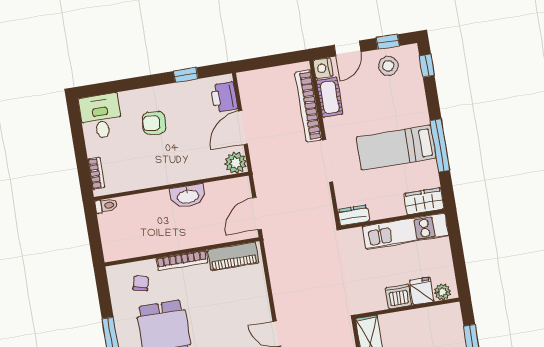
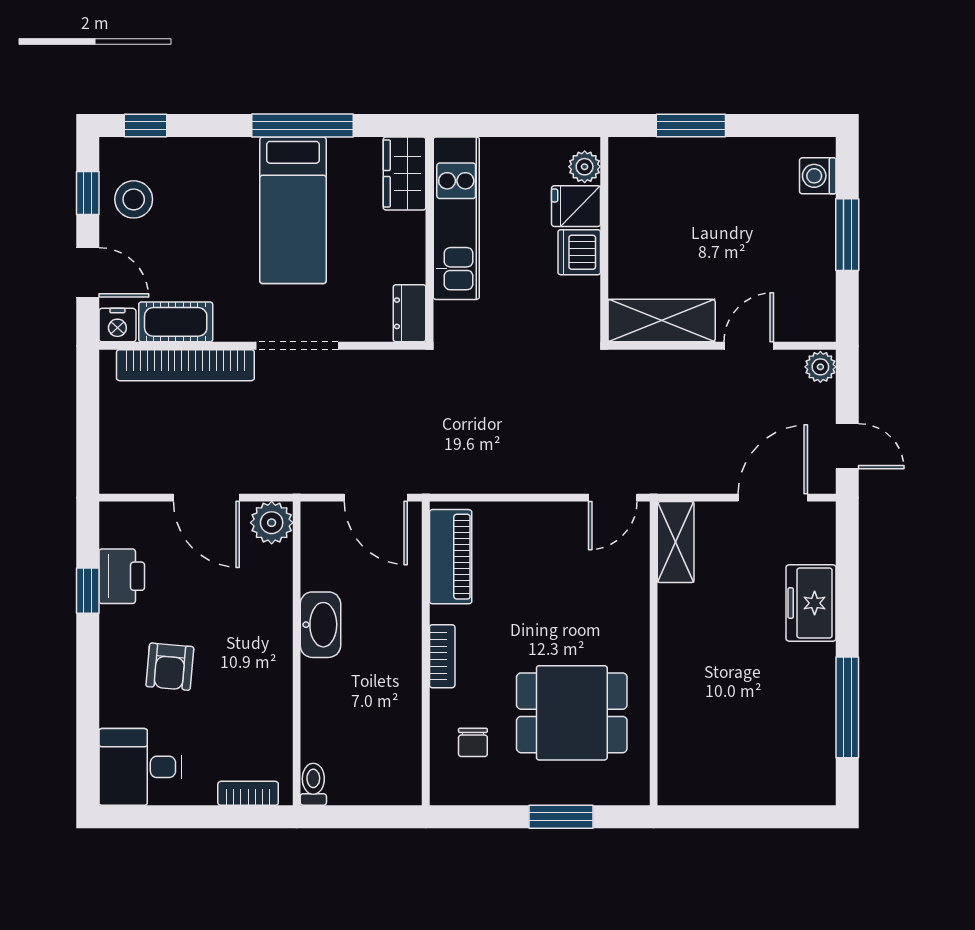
printer: (224, 97) -> (122, 576), moved, turned -90
bookcase: (182, 260) -> (442, 656), width x0.64
chair: (141, 283) -> (473, 742), turned -105

